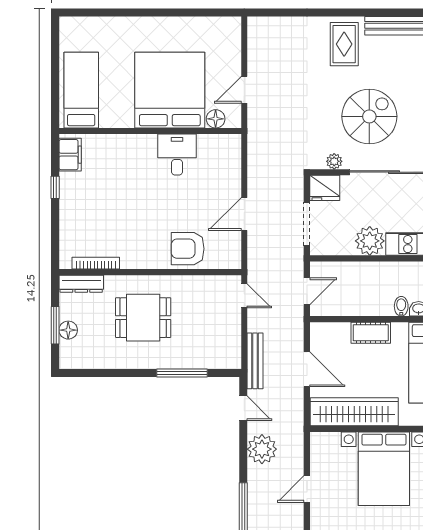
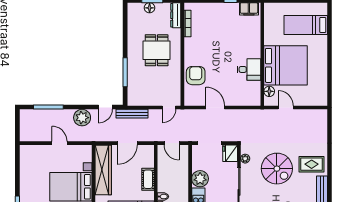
bed: (81, 90) -> (306, 25), moved, turned 180
spiral stairs: (369, 116) -> (277, 169), moved

